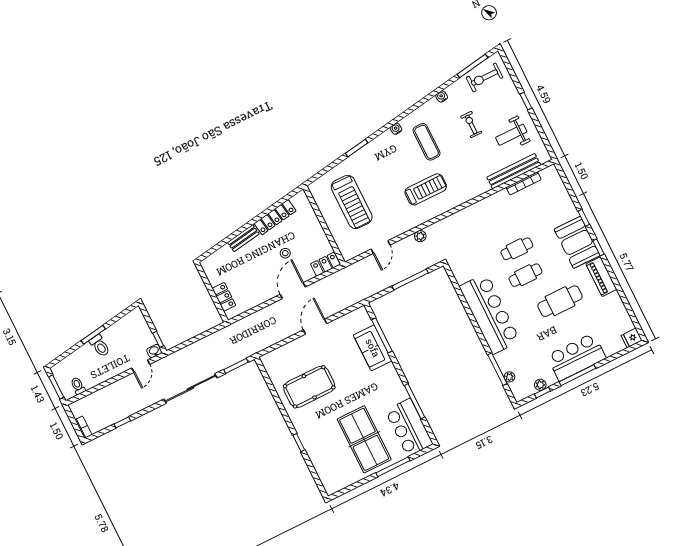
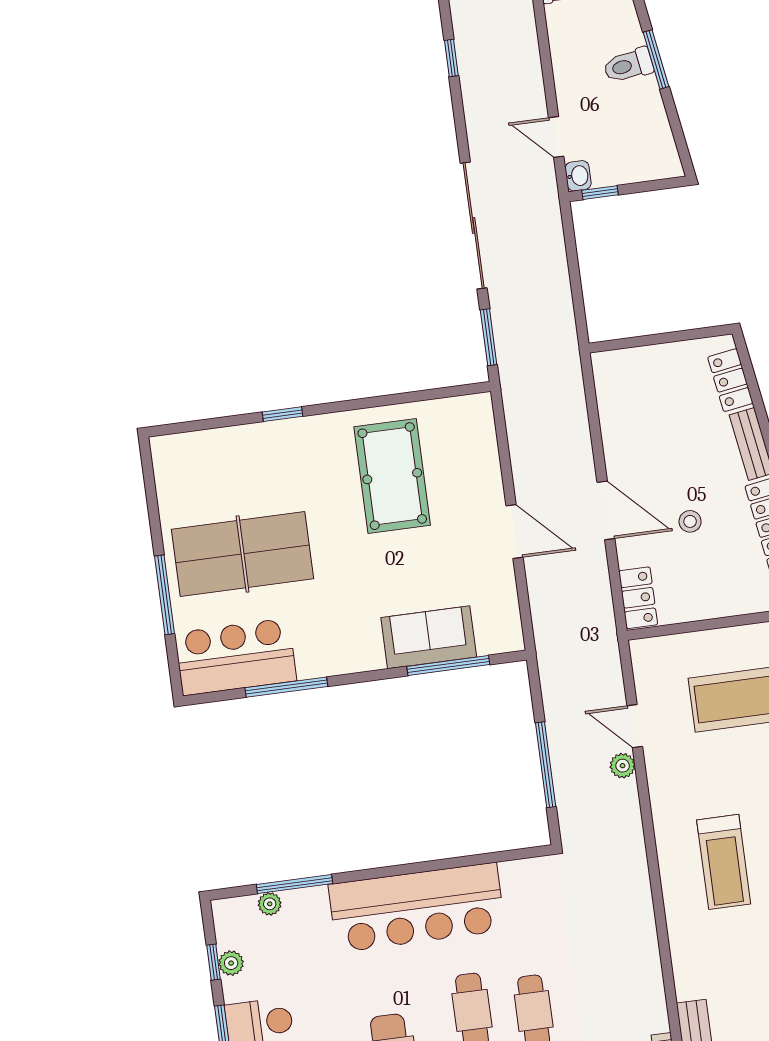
plant: (420, 236) -> (623, 766), moved
locker: (224, 297) -> (730, 380), moved, turned 81

